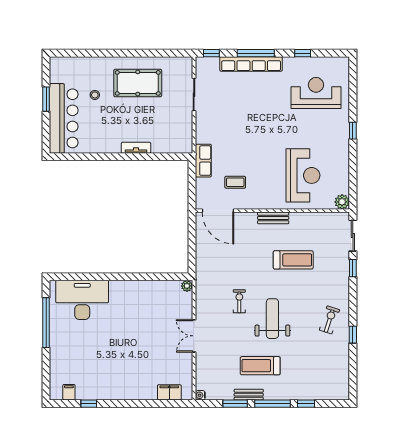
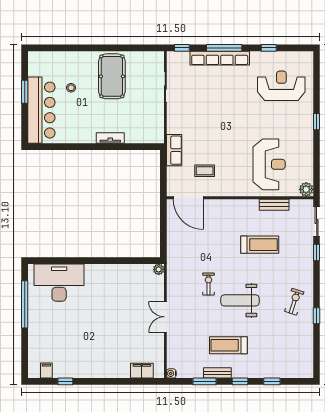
pool table: (138, 83) -> (112, 76), turned 90
bench: (273, 218) -> (274, 205), moved
weight bench: (272, 319) -> (240, 300), turned -90
window: (272, 404) -> (240, 381), width x0.46

